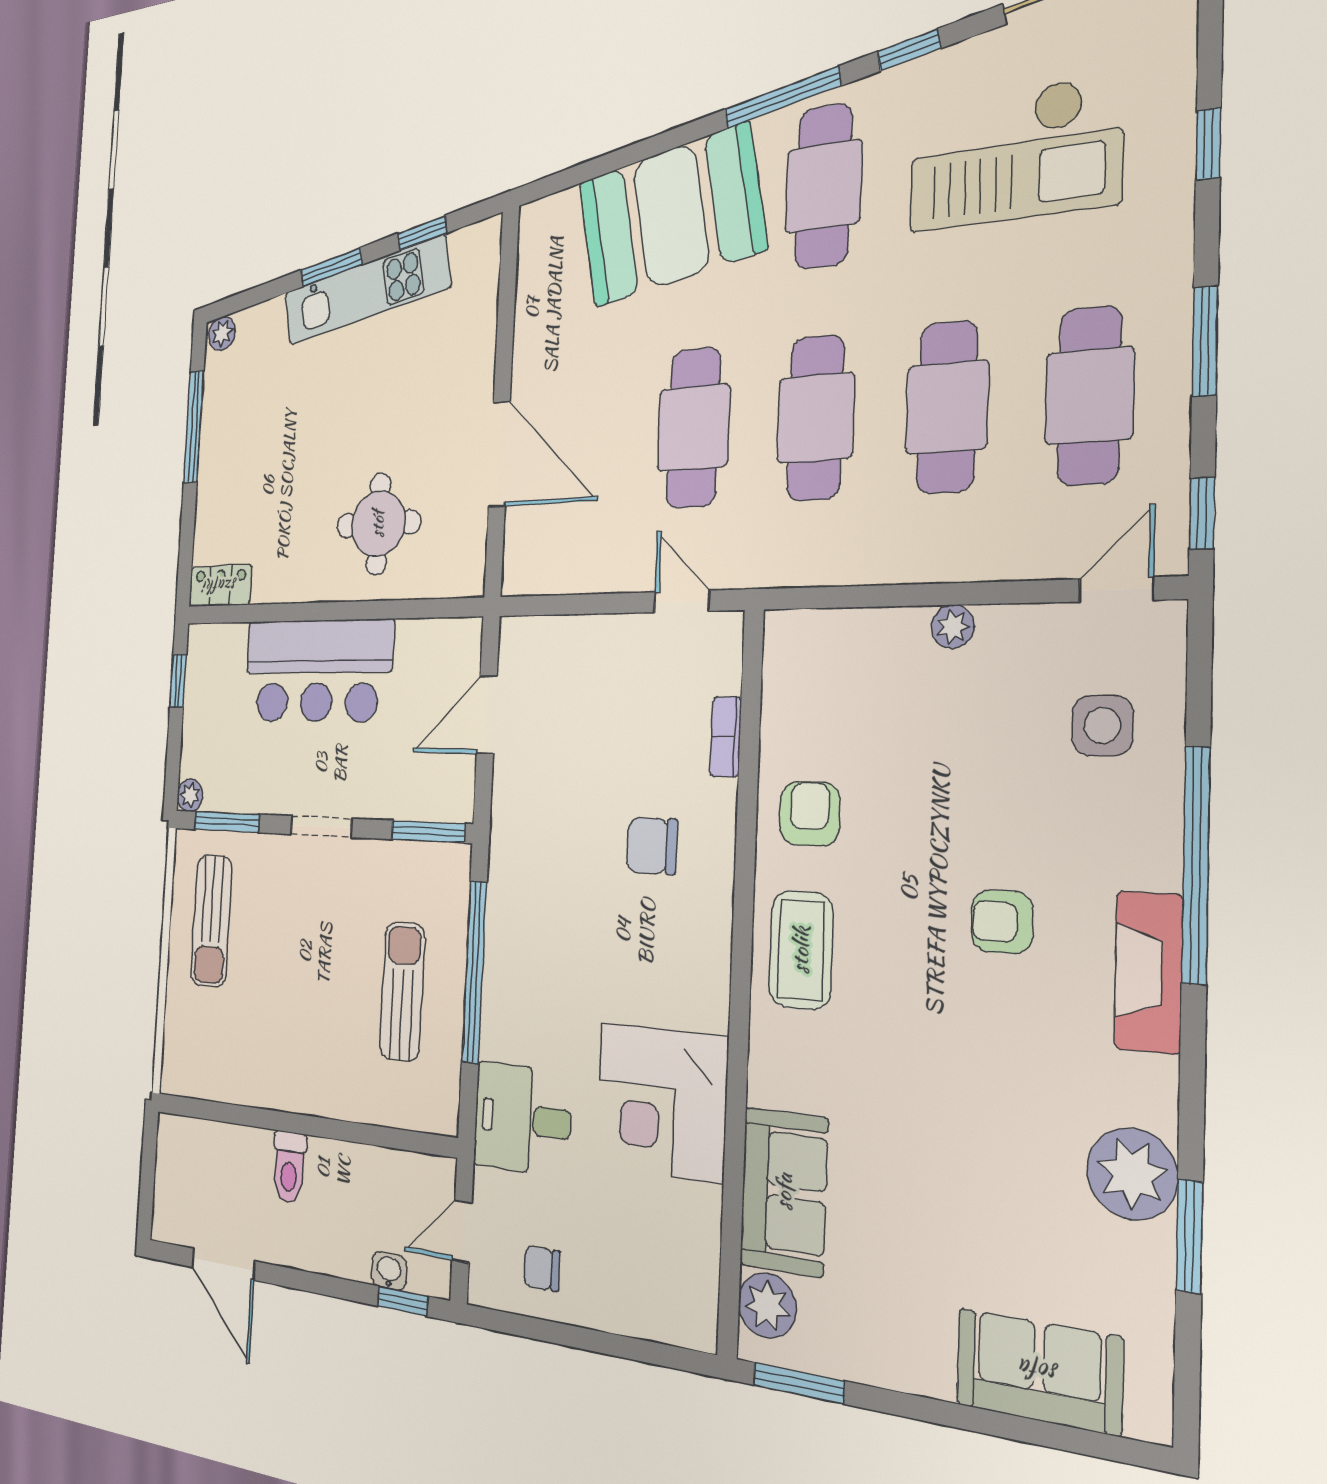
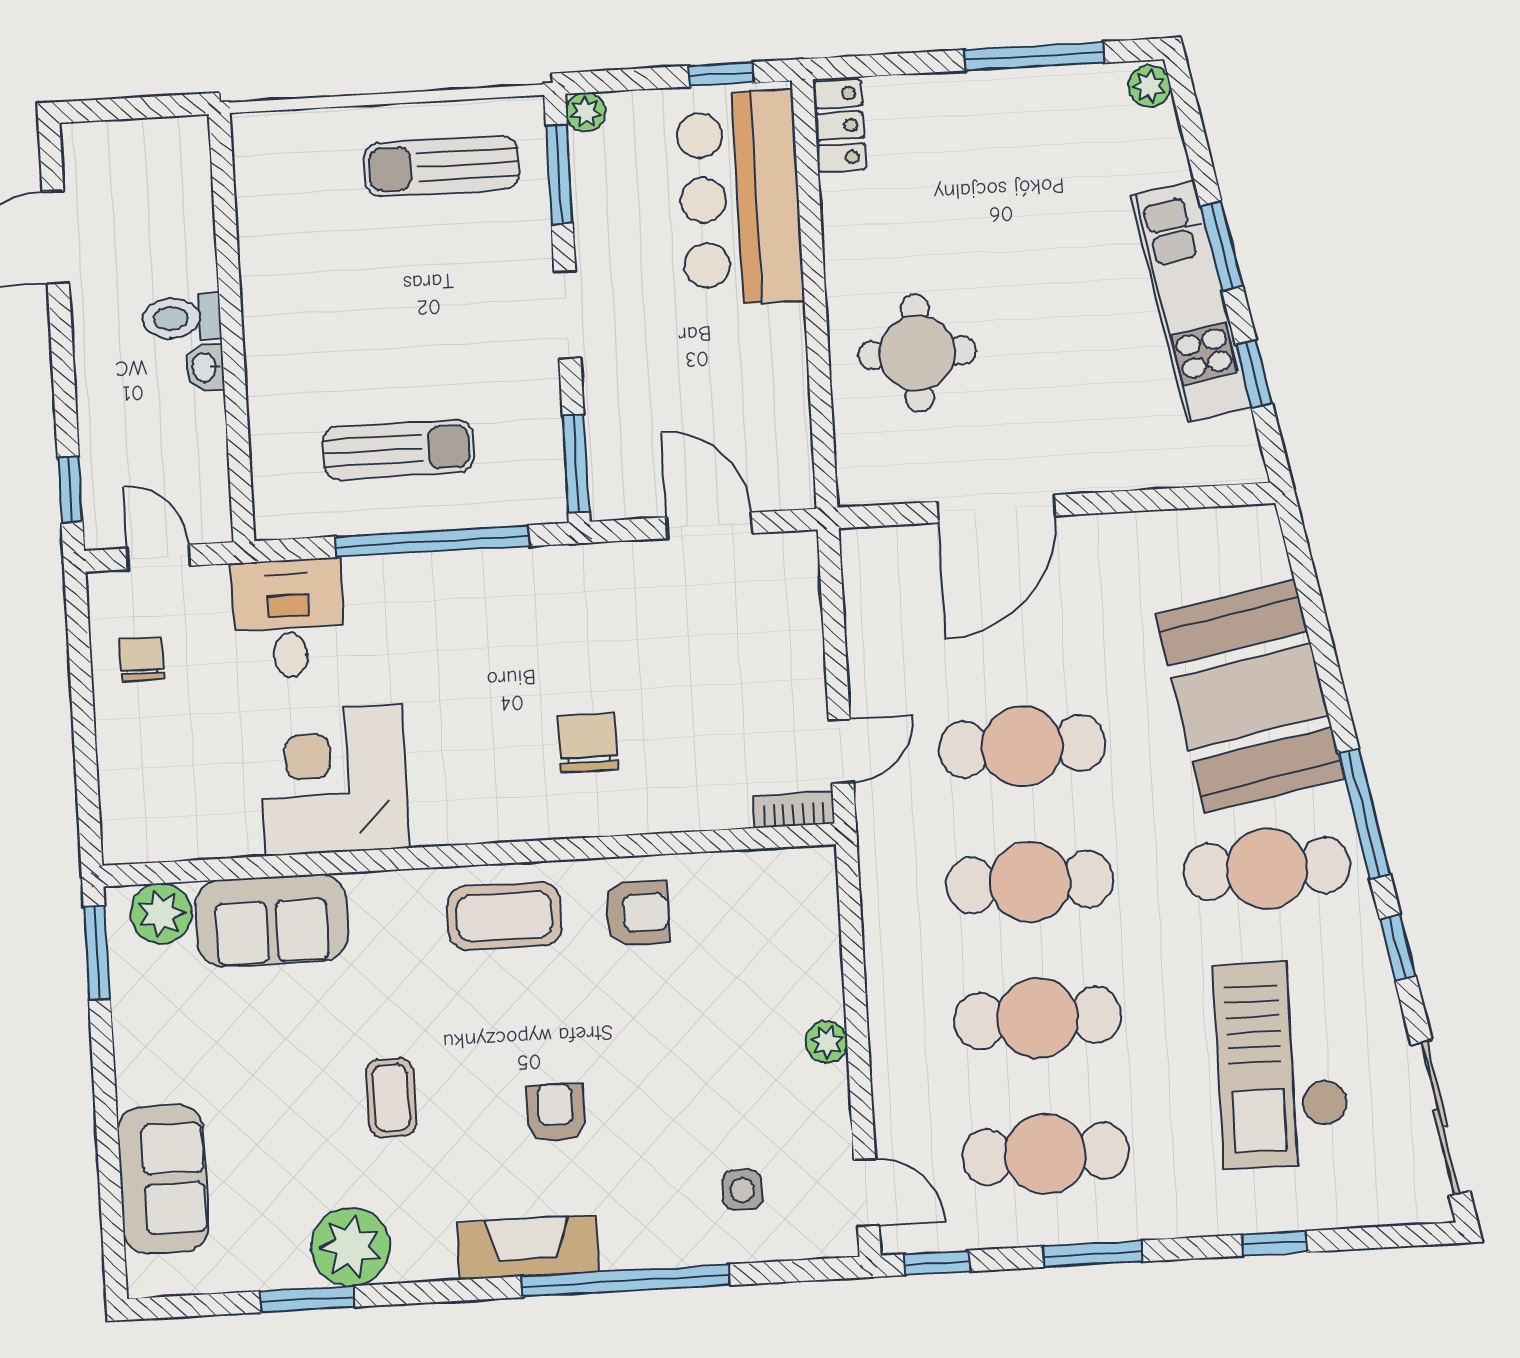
bar counter: (318, 671) -> (740, 198), moved
side table: (1102, 726) -> (742, 1190), width x0.73, depth x0.73
bookcase: (726, 737) -> (794, 810), moved
coffee table: (972, 1098) -> (391, 1098), added
washbasin: (389, 1271) -> (205, 367), moved, turned 180

